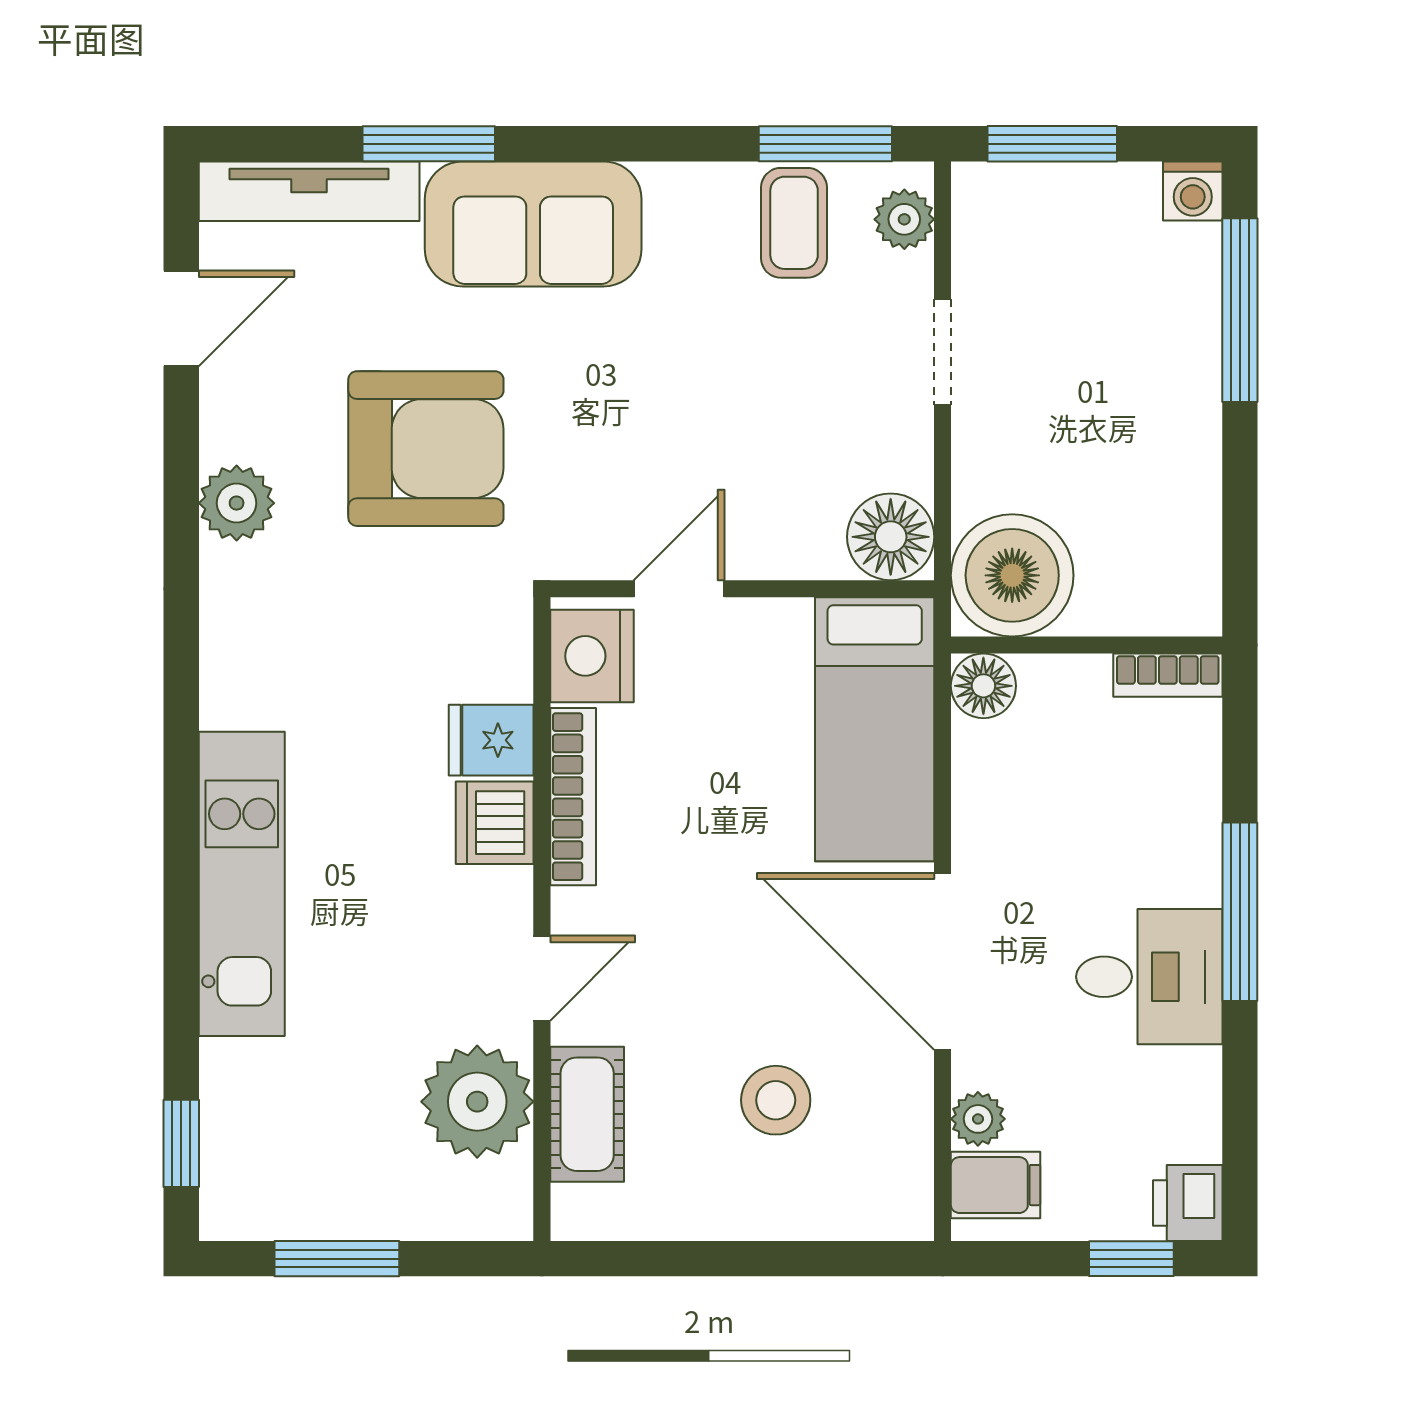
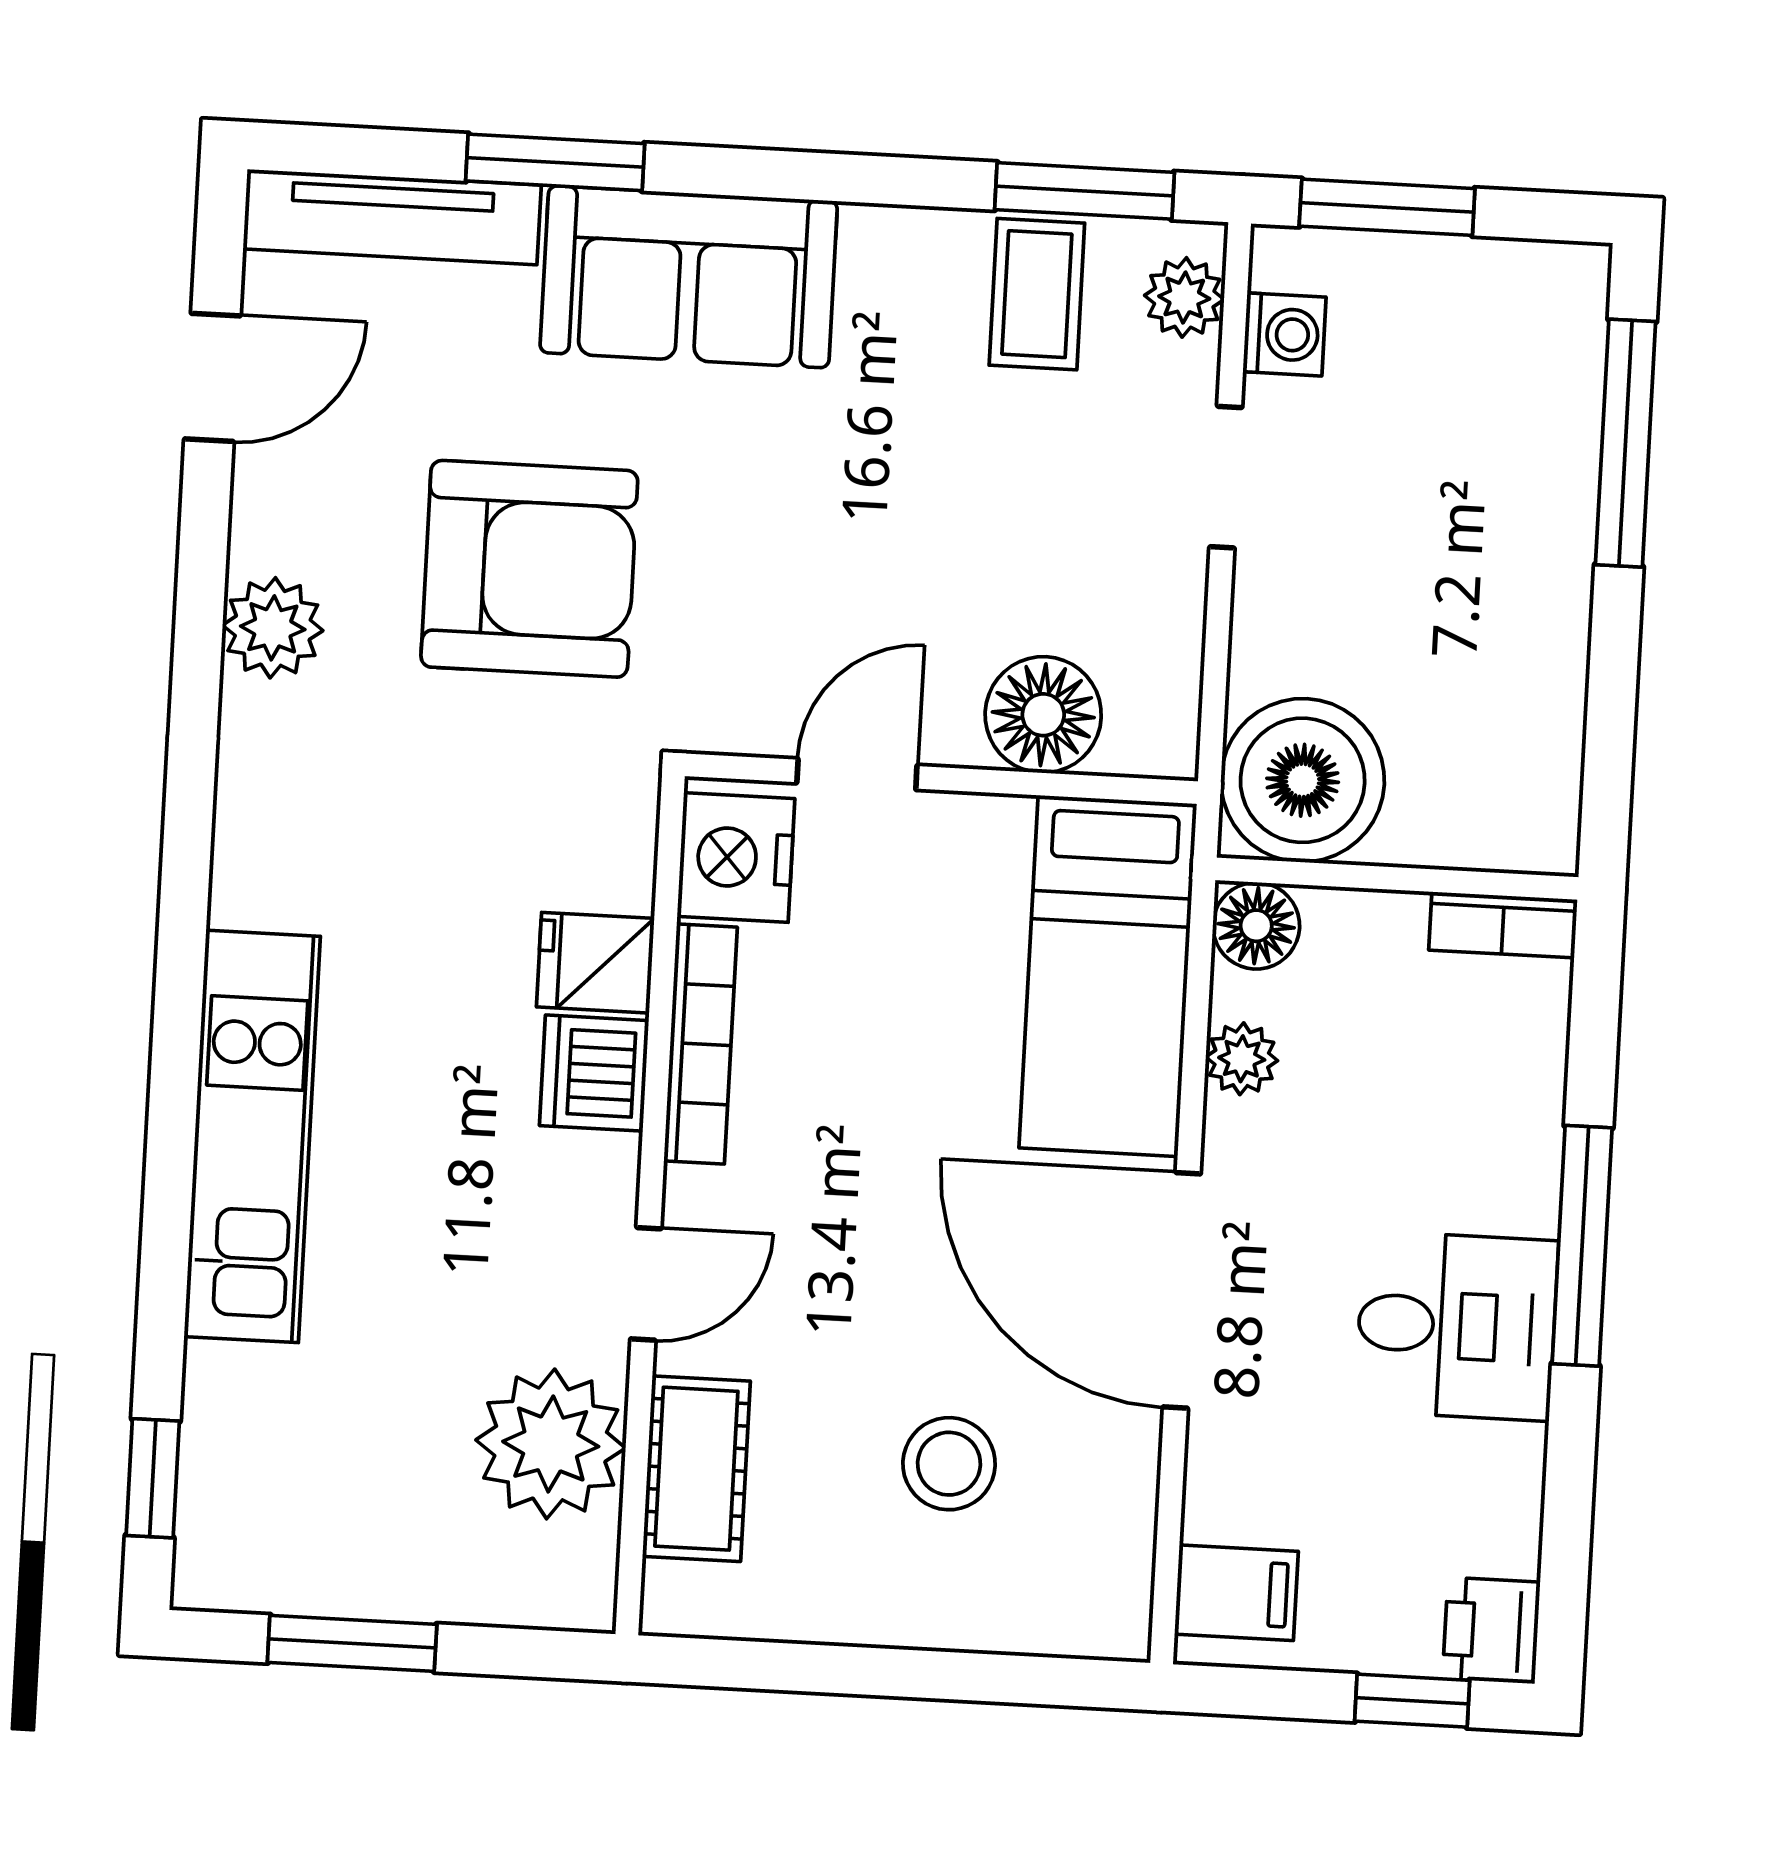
washing machine: (1193, 191) -> (1284, 334), moved, turned -90
floor lamp: (891, 537) -> (1043, 715), moved
plant: (978, 1119) -> (1242, 1059), moved

